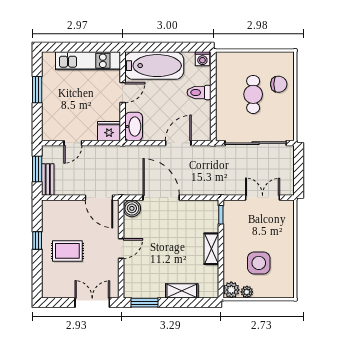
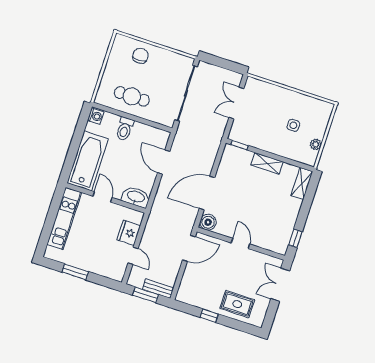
cafe table: (253, 94) -> (132, 96), moved
fridge: (109, 131) -> (129, 233), moved
rug: (67, 251) -> (237, 304), moved, turned 90
side table: (259, 263) -> (293, 125), width x0.54, depth x0.54
plant: (231, 290) -> (309, 158), removed
shelving: (182, 291) -> (302, 183), moved
window: (144, 303) -> (295, 238), width x0.67

